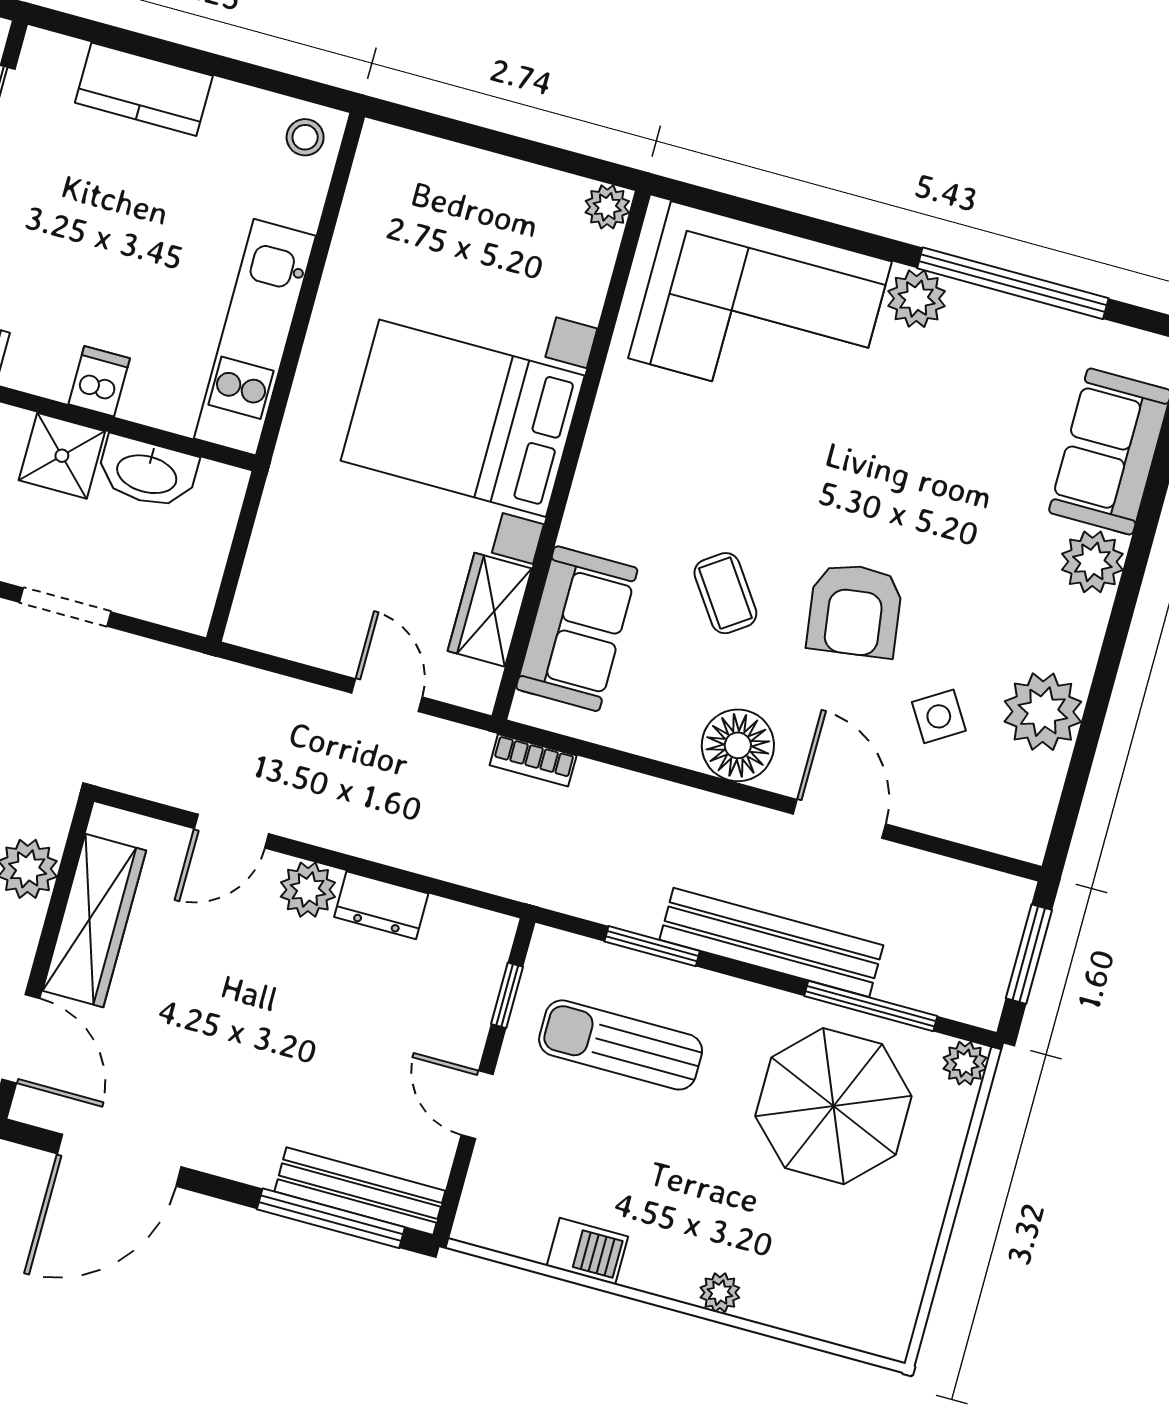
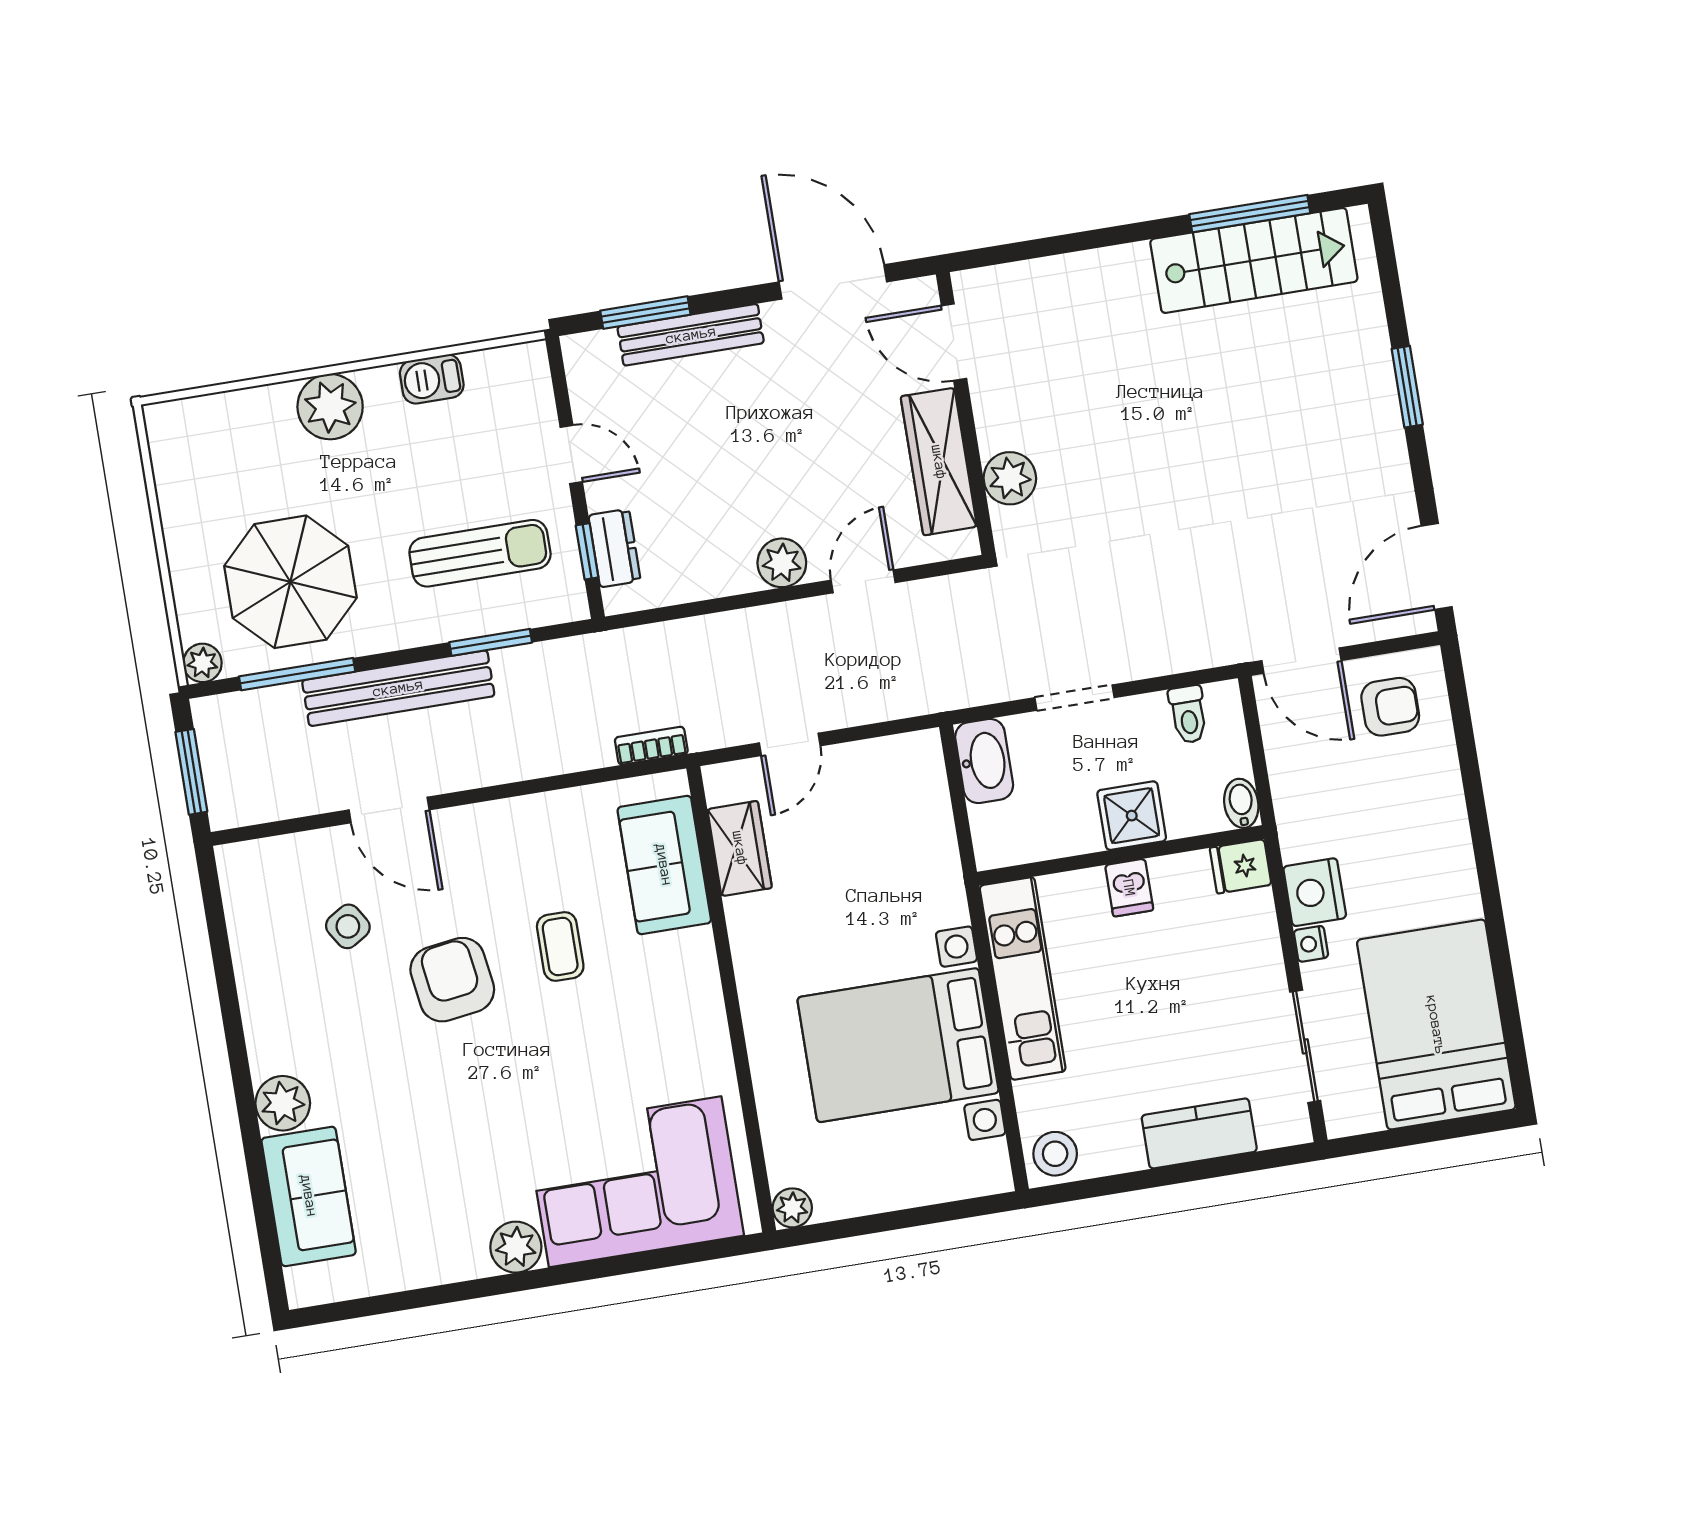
stool: (305, 137) -> (1055, 1154), width x1.37, depth x1.37
window: (1013, 283) -> (446, 1294), removed
bed with nightstands: (463, 418) -> (898, 1045), moved, turned 180
washbasin: (147, 473) -> (984, 761), moved, turned 90
coffee table: (725, 593) -> (560, 946), turned 35
door: (387, 695) -> (790, 744), hinge flipped
plant: (1043, 712) -> (268, 968), removed
floor lamp: (738, 745) -> (496, 831), removed
dresser: (381, 905) -> (615, 548), moved, turned 90
door: (119, 1160) -> (833, 282), hinge flipped
bench: (360, 1191) -> (691, 335), moved
window: (331, 1218) -> (645, 313), width x0.69
plant: (720, 1293) -> (330, 407), width x1.87, depth x1.87

